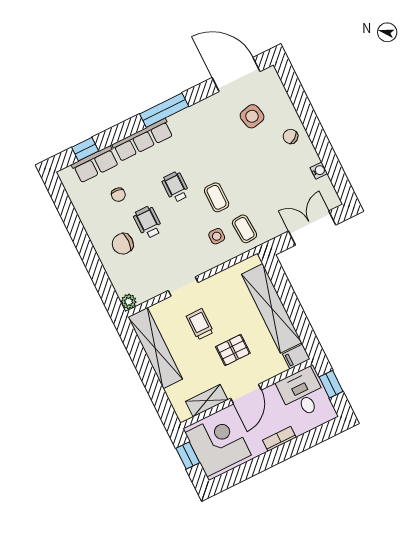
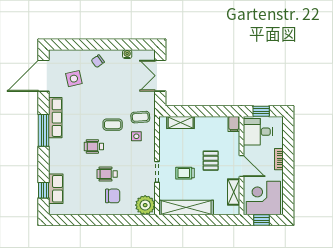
row of seats: (143, 140) -> (55, 118), moved
chair: (118, 195) -> (81, 184), removed
chair: (123, 244) -> (113, 196), turned -90
plant: (129, 302) -> (145, 205), width x1.87, depth x1.87
shelving: (272, 308) -> (181, 122), width x0.45, depth x0.75

